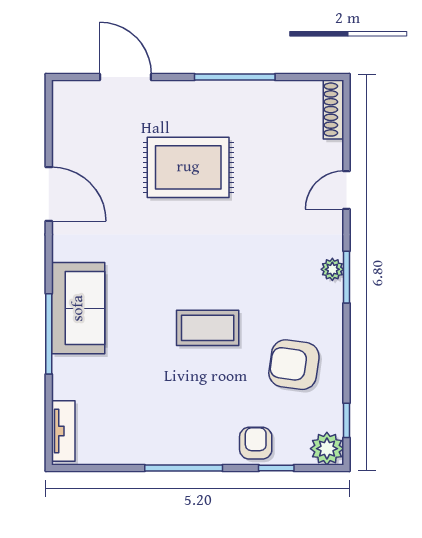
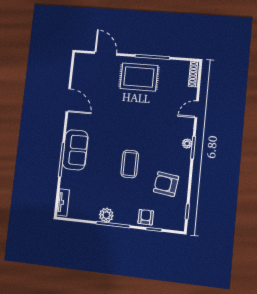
rug: (188, 167) -> (139, 77), moved
coffee table: (208, 328) -> (130, 164), turned 90
plant: (327, 449) -> (106, 215), moved

